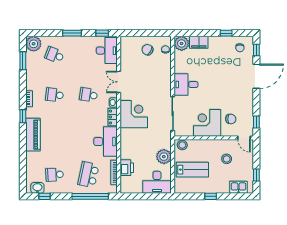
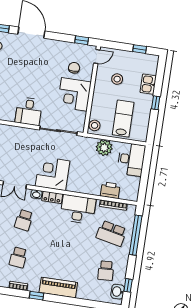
kitchen sink: (238, 187) -> (148, 84), moved

